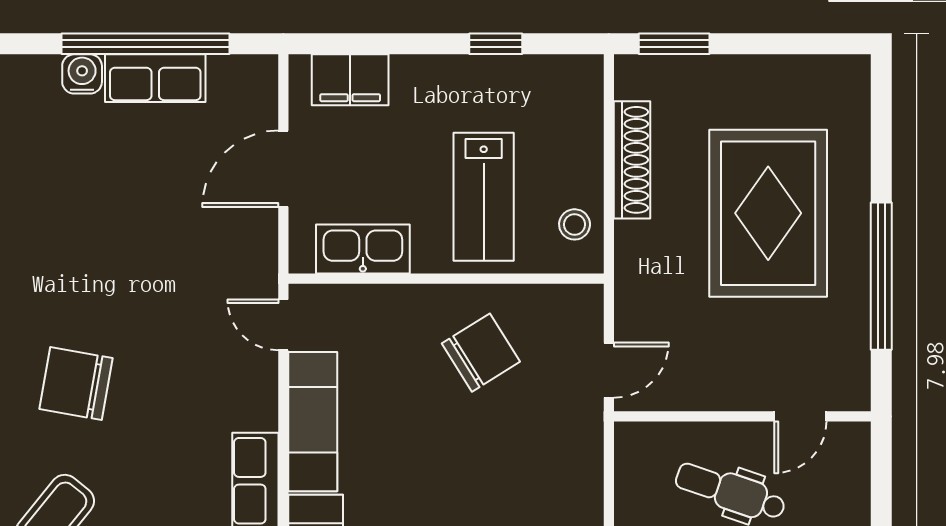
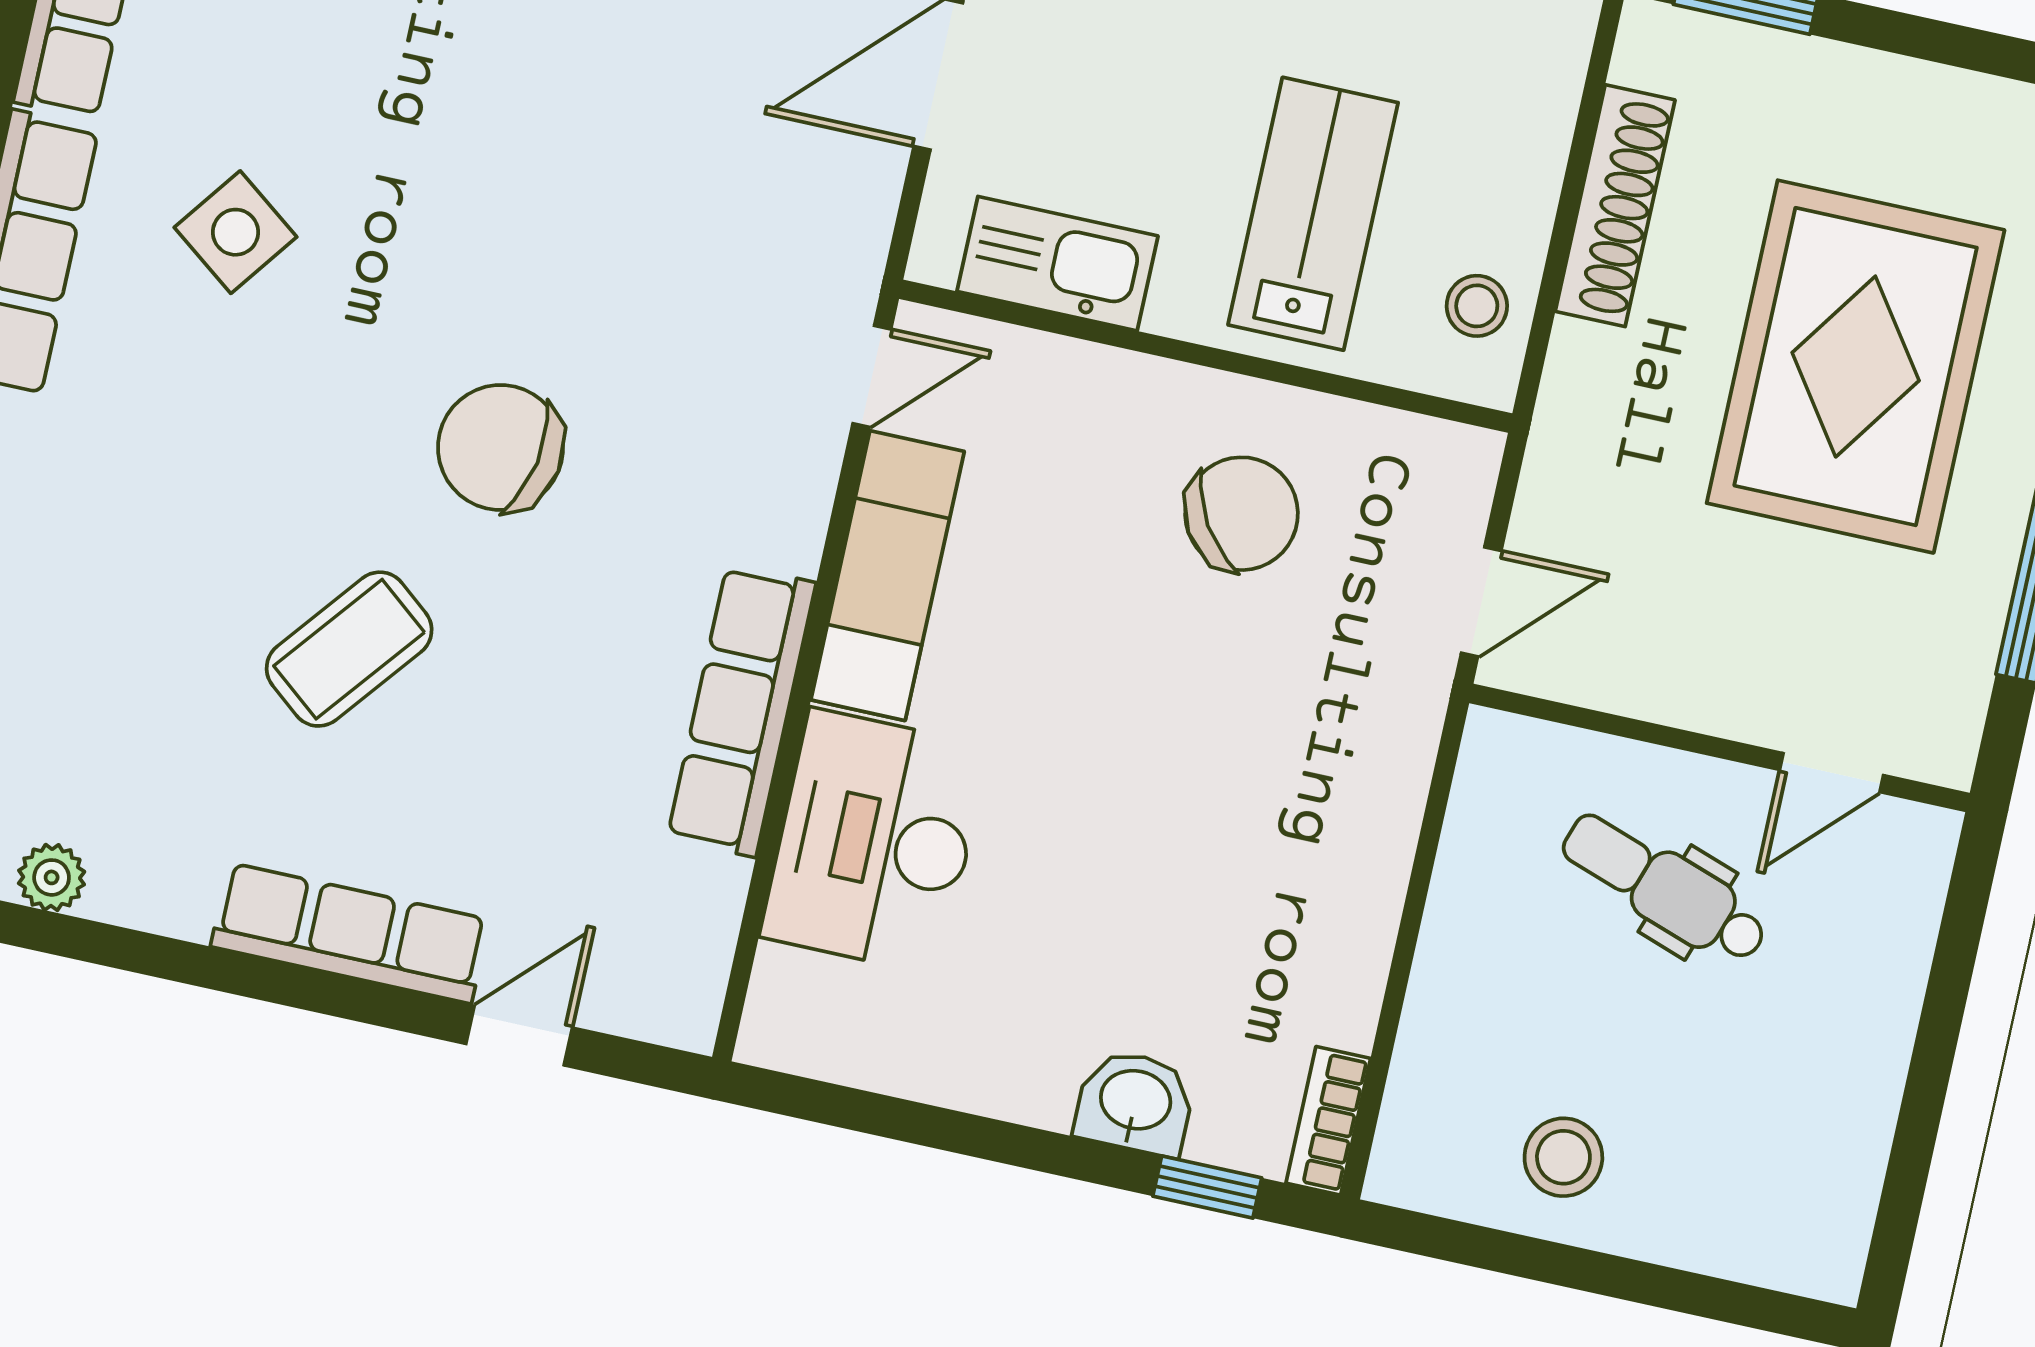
lab bench: (484, 197) -> (1313, 214), turned 180
door: (283, 325) -> (872, 376), swing flipped
chair: (76, 384) -> (501, 448), moved

